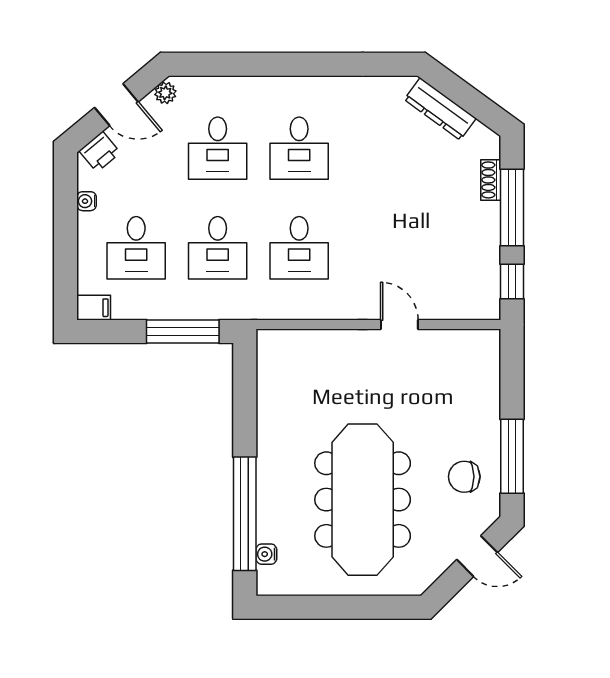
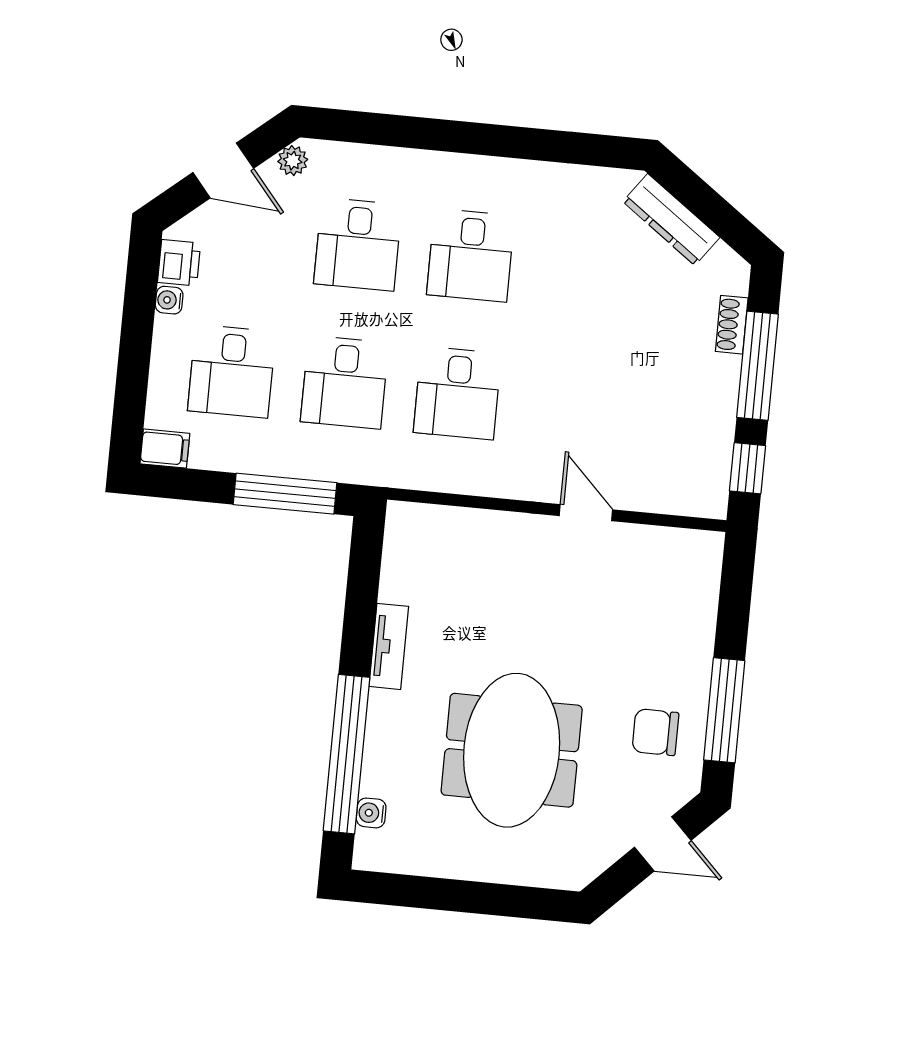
printer: (100, 152) -> (179, 263), moved, turned -50
tv unit: (267, 434) -> (389, 646), added
meeting table: (363, 500) -> (512, 750), width x0.73

